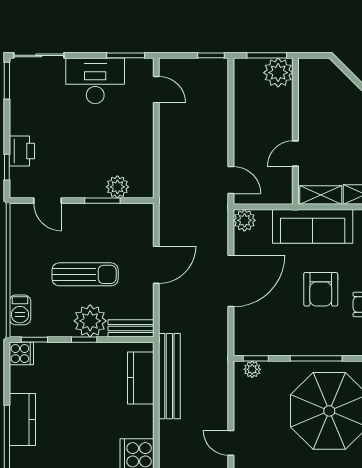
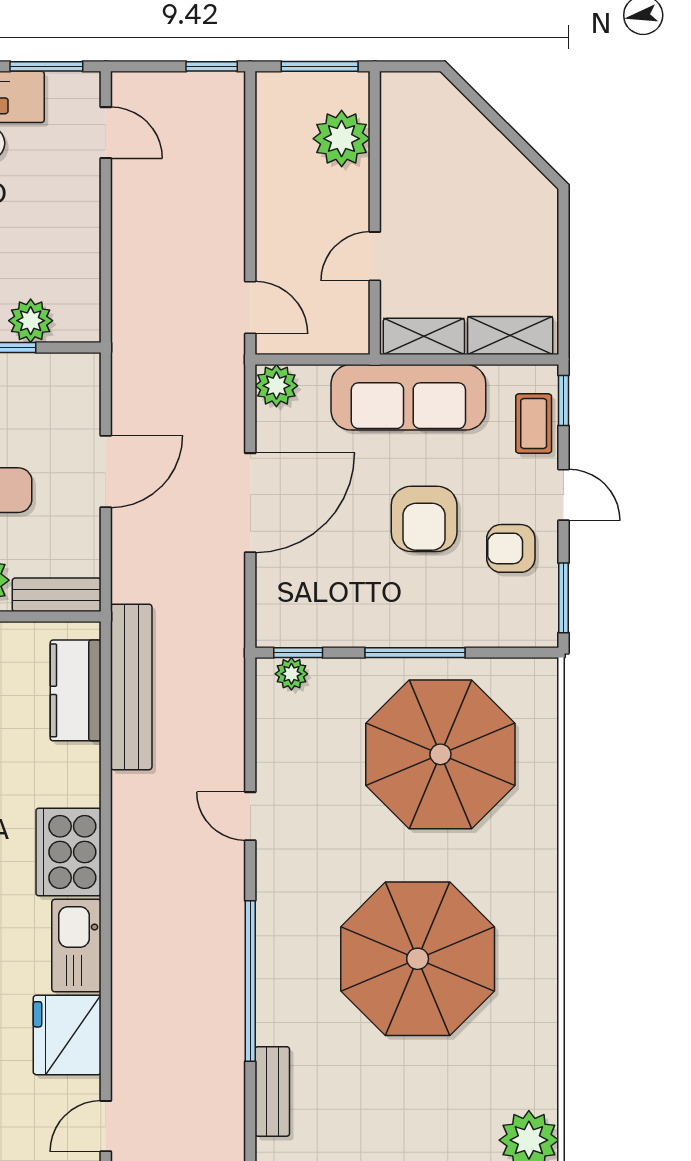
plant: (278, 73) -> (342, 139), moved

